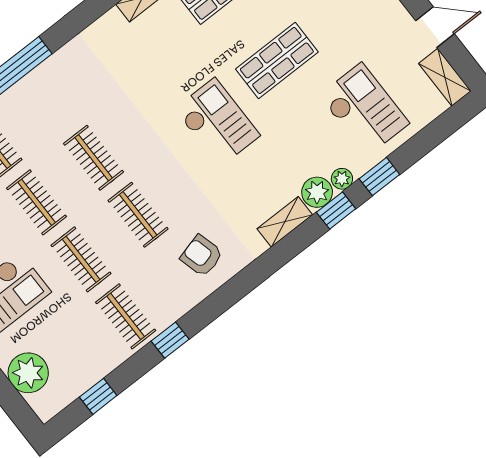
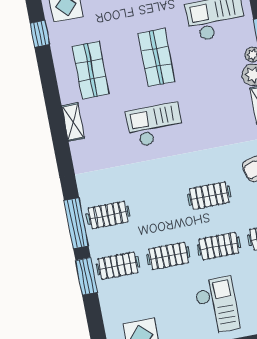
checkout: (217, 122) -> (155, 125), moved
clothes rail: (94, 158) -> (108, 215), moved

